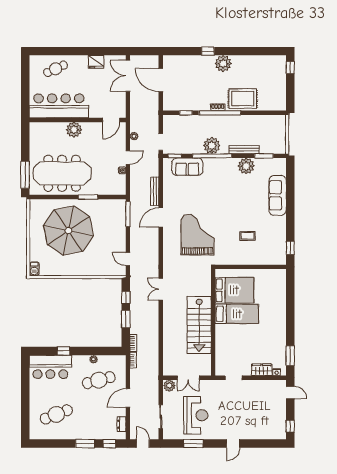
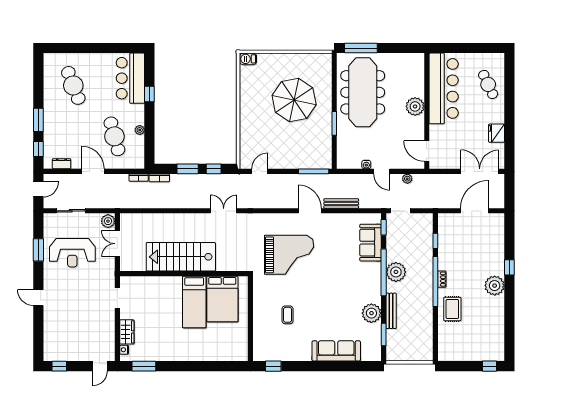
rug: (243, 99) -> (452, 309), width x0.73, depth x0.70
parasol: (68, 231) -> (294, 100), width x0.73, depth x0.73

